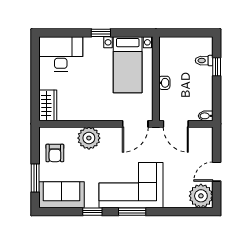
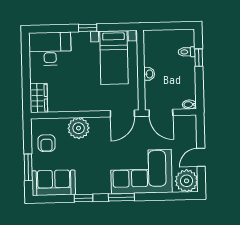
corner sofa: (131, 185) -> (141, 172), moved

